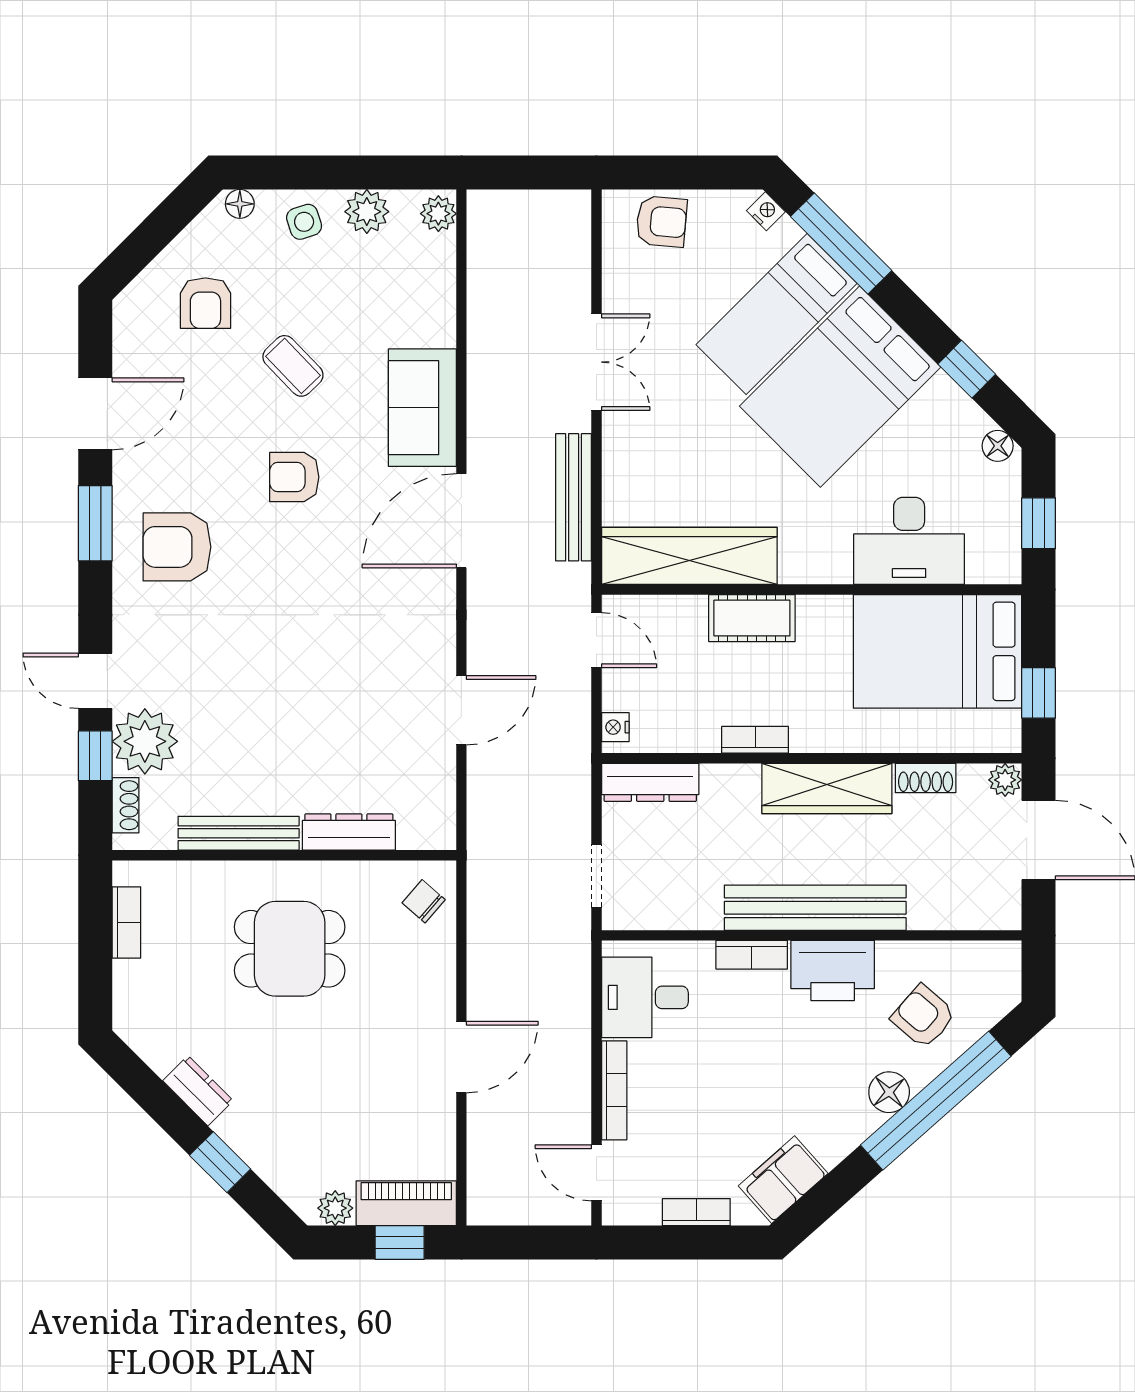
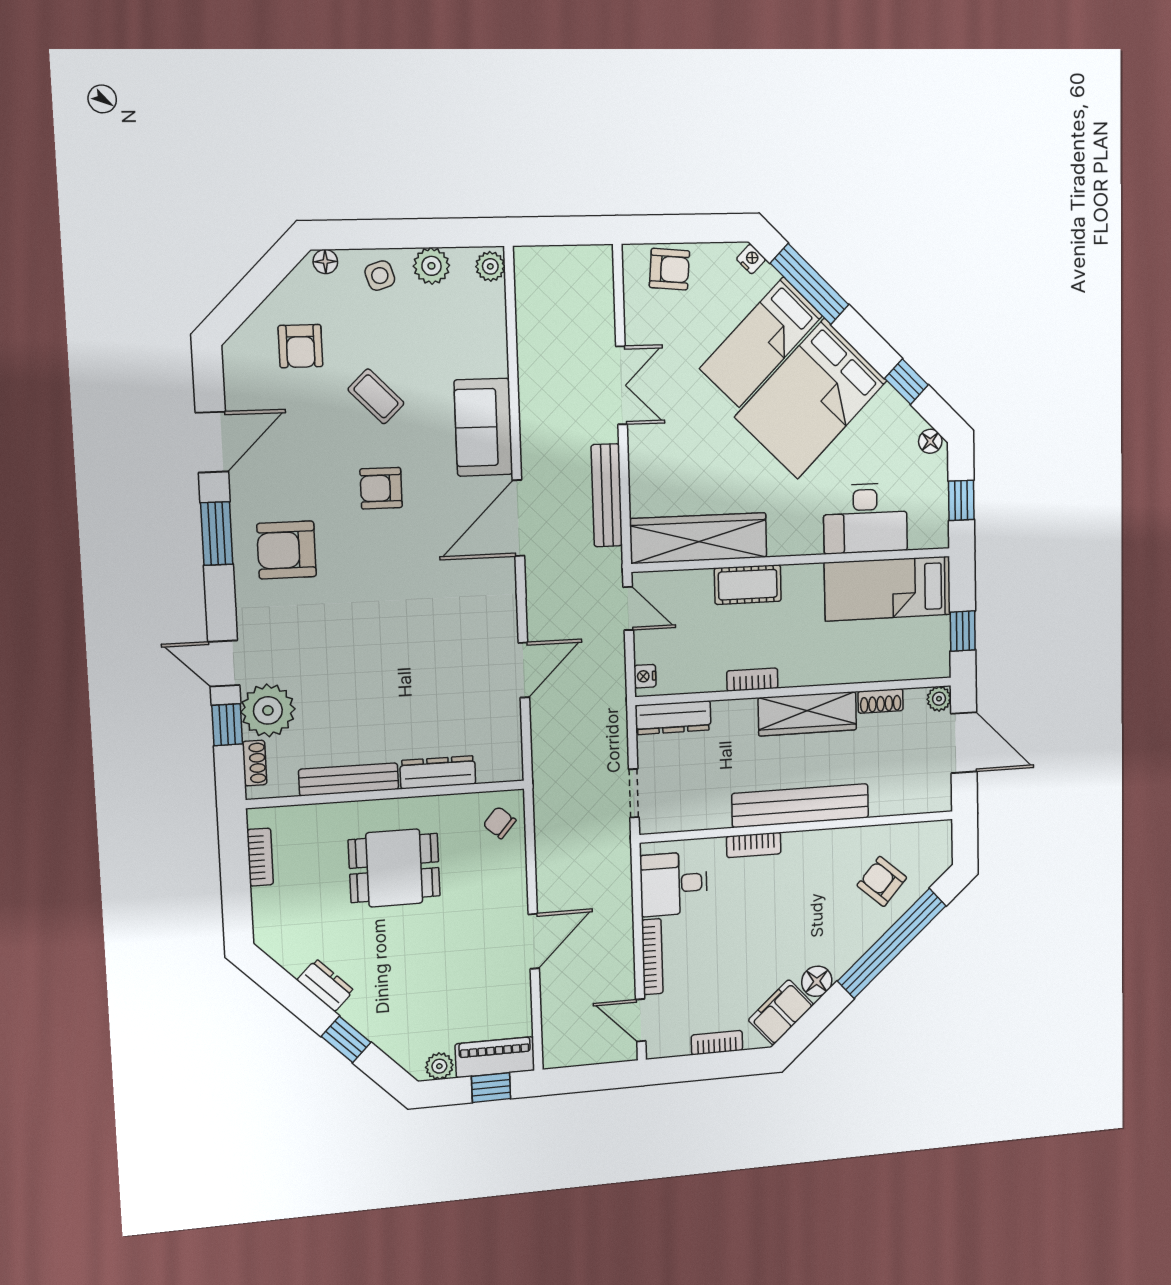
bed: (938, 651) -> (888, 589), width x0.67
printer: (833, 971) -> (814, 852), removed
floor lamp: (889, 1092) -> (817, 981), moved

